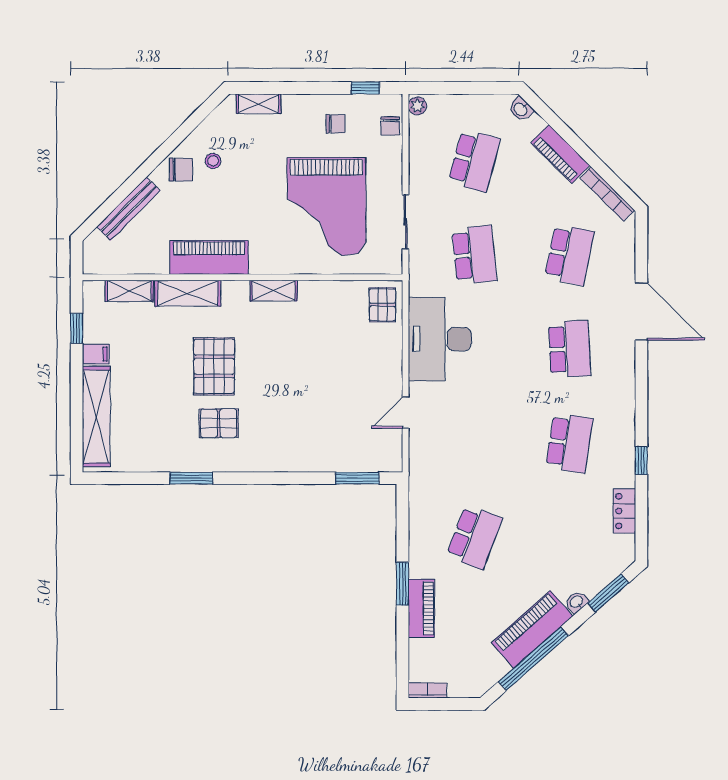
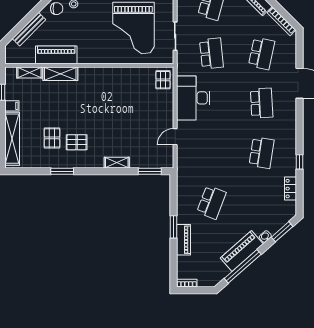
piano: (209, 257) -> (56, 55), moved
shelving: (274, 291) -> (117, 163), moved
pallet: (214, 366) -> (52, 138), moved, width x0.67, depth x0.71

